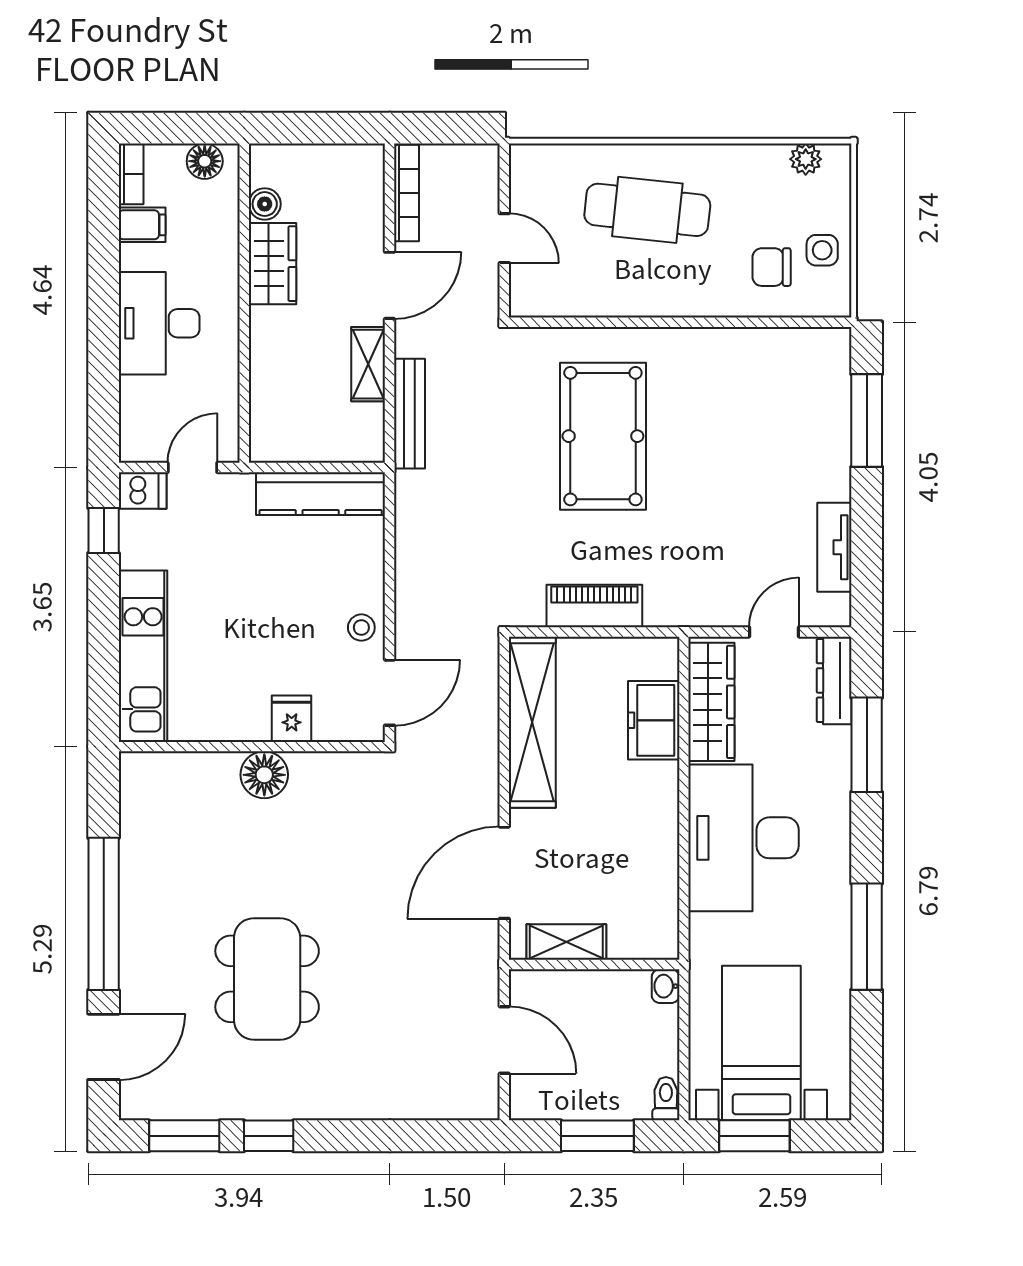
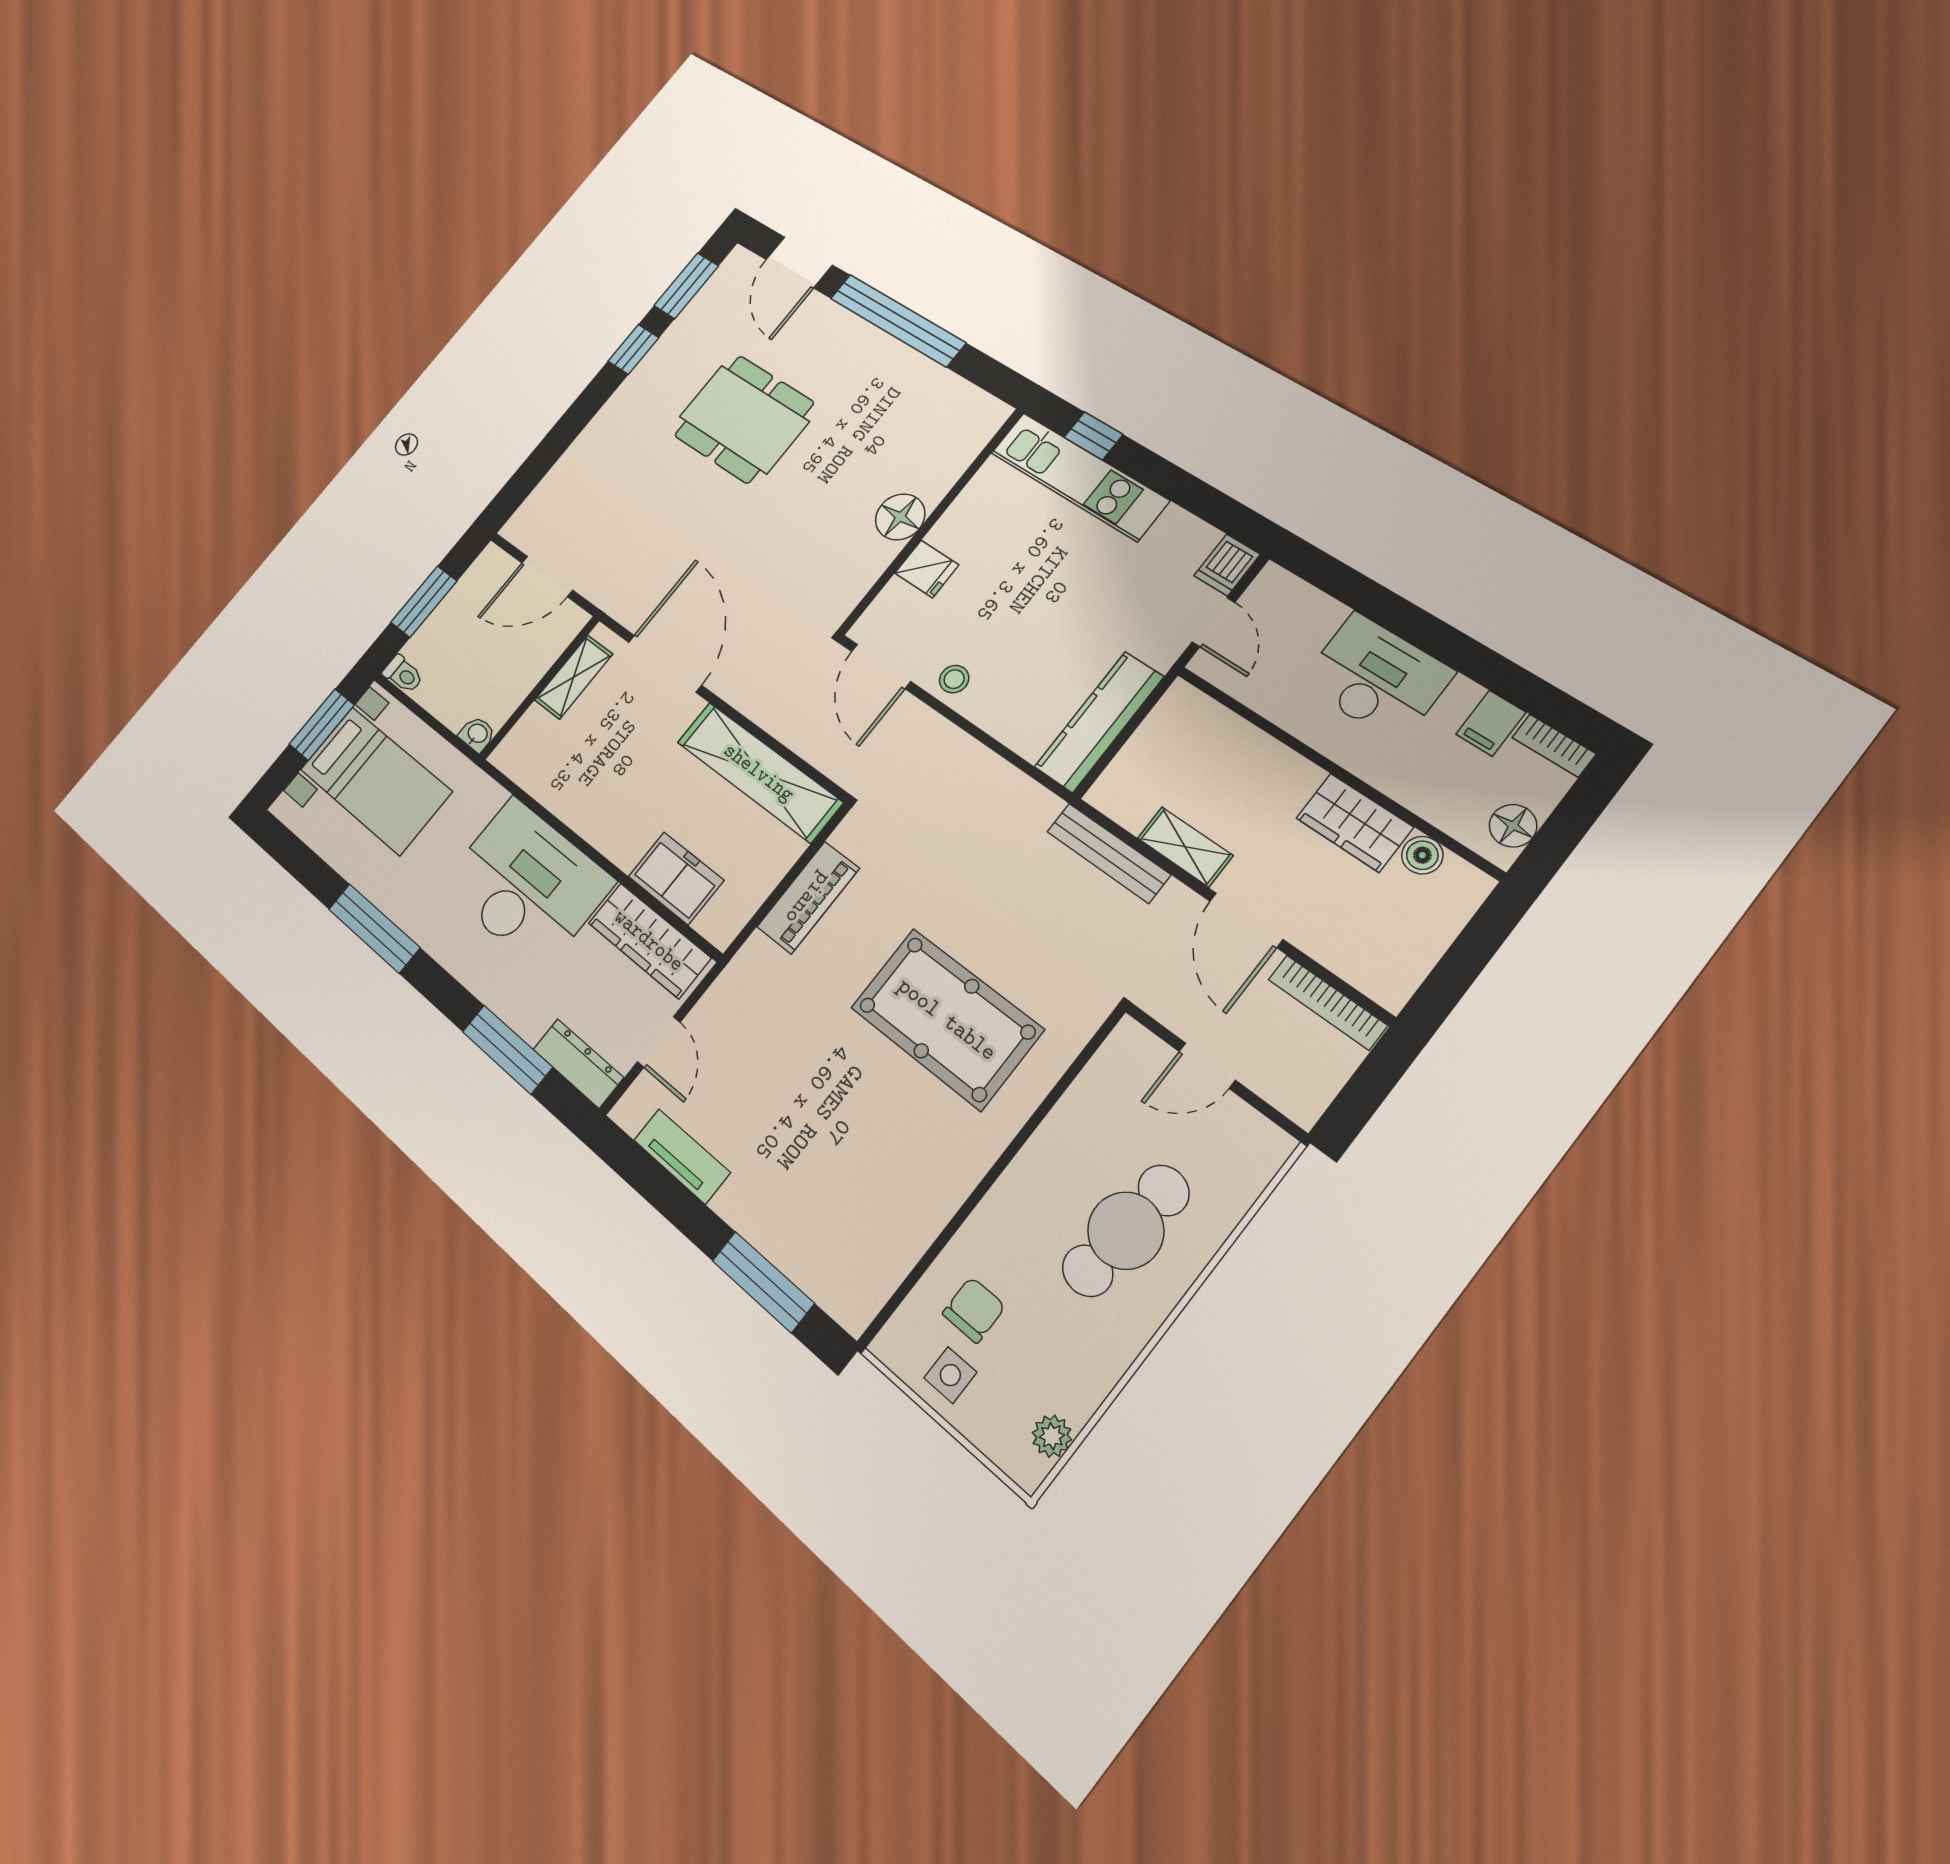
window: (104, 531) -> (1094, 436), moved

